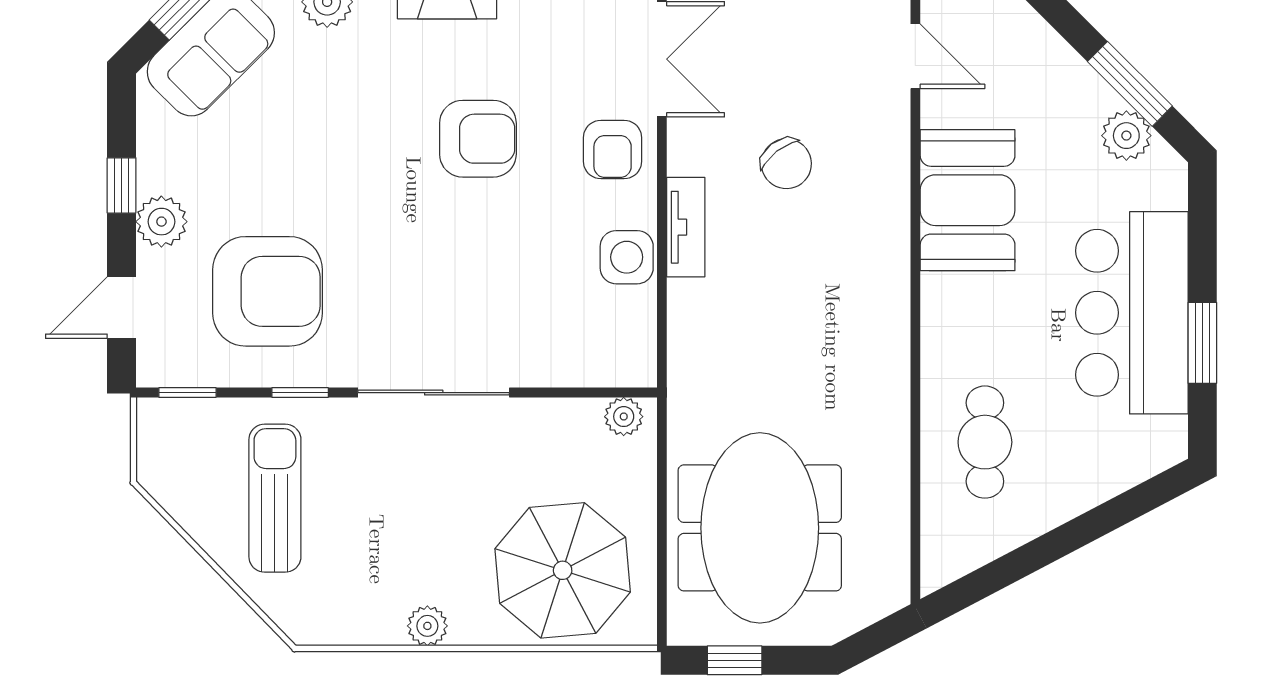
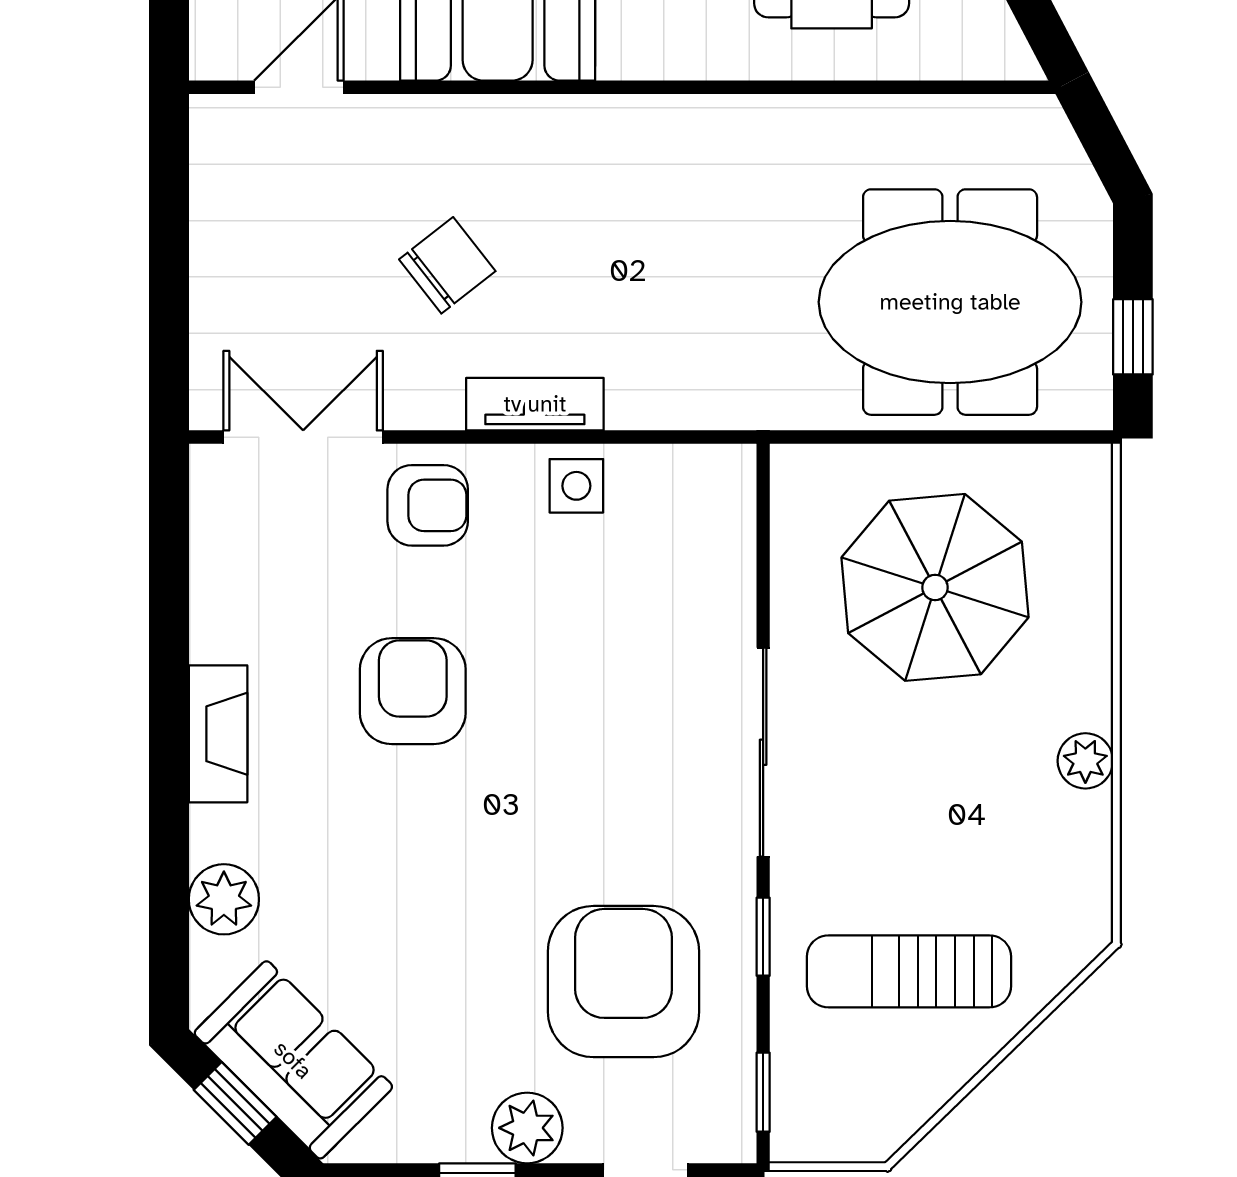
side table: (627, 257) -> (576, 486), width x0.73, depth x0.73
plant: (624, 417) -> (796, 490), removed
parasol: (563, 570) -> (935, 587), moved

